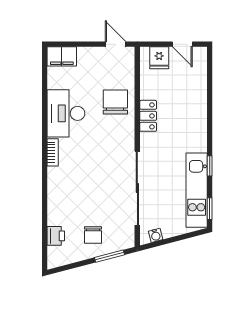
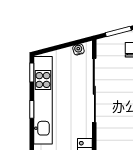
kitchen unit: (197, 190) -> (43, 100), width x1.36

